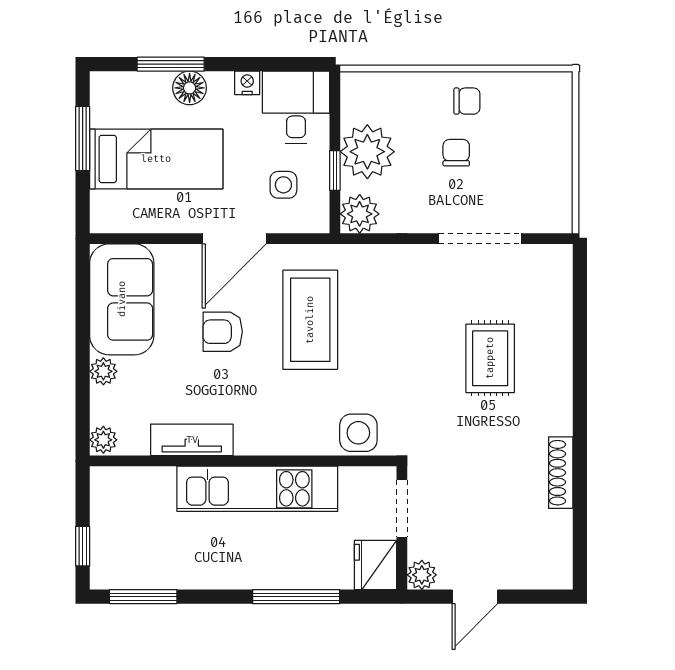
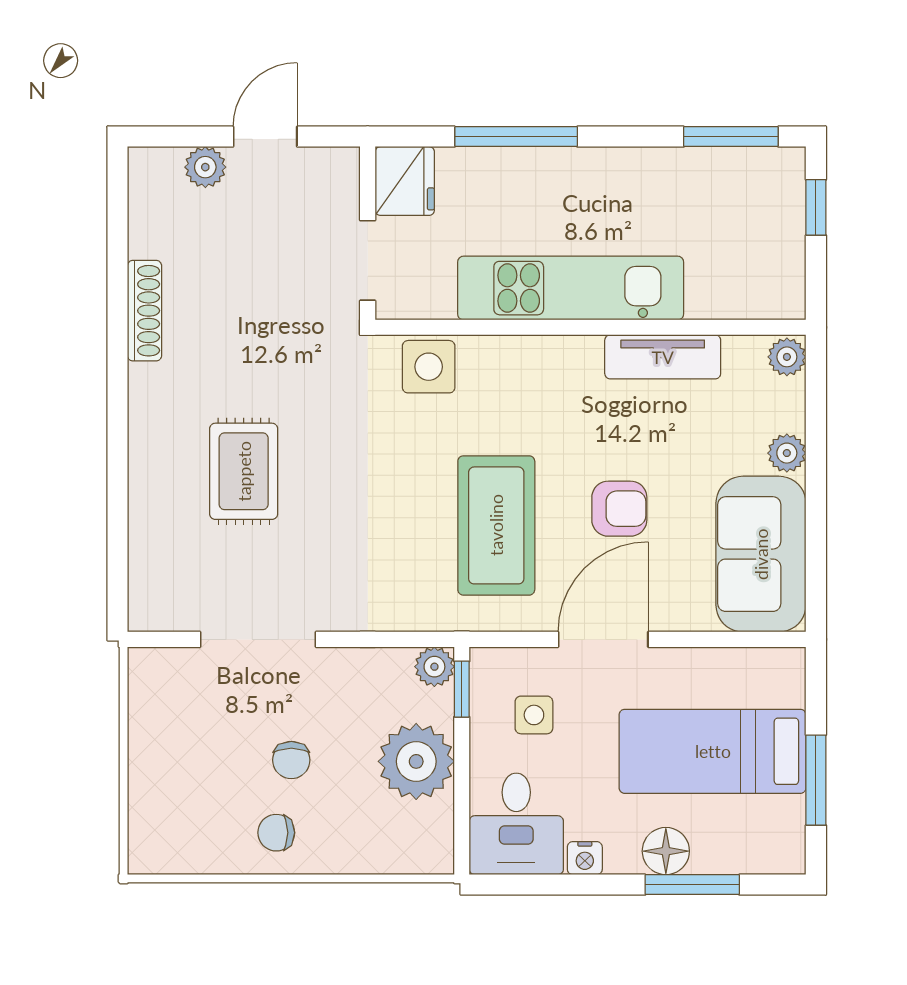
window: (335, 170) -> (462, 689), moved
plant: (360, 214) -> (434, 667), width x0.73, depth x0.73
plant: (422, 575) -> (205, 167), moved

